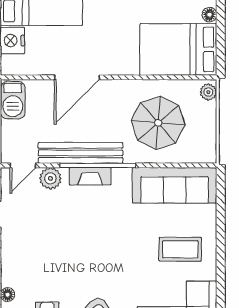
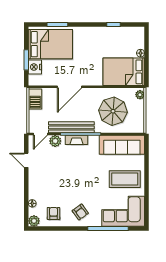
coffee table: (180, 249) -> (125, 179), width x1.36, depth x1.32

